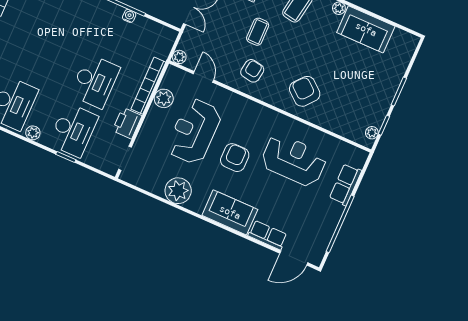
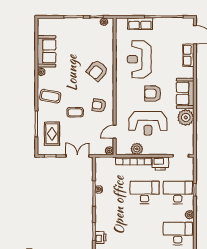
sofa: (230, 212) -> (185, 93), moved

